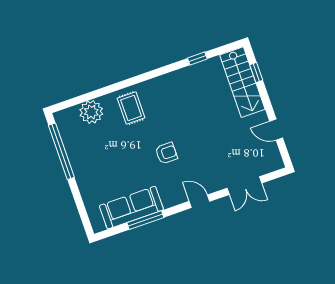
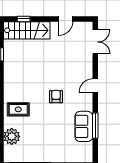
double door: (244, 186) -> (95, 42), moved
sofa: (131, 208) -> (84, 126), width x0.73

